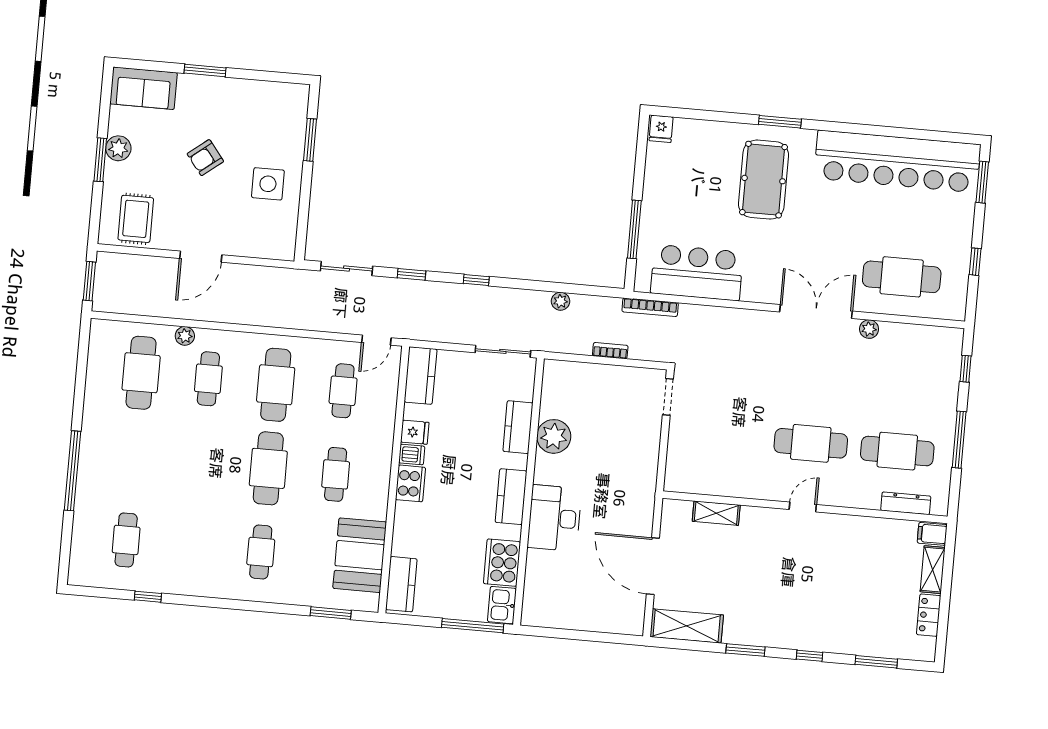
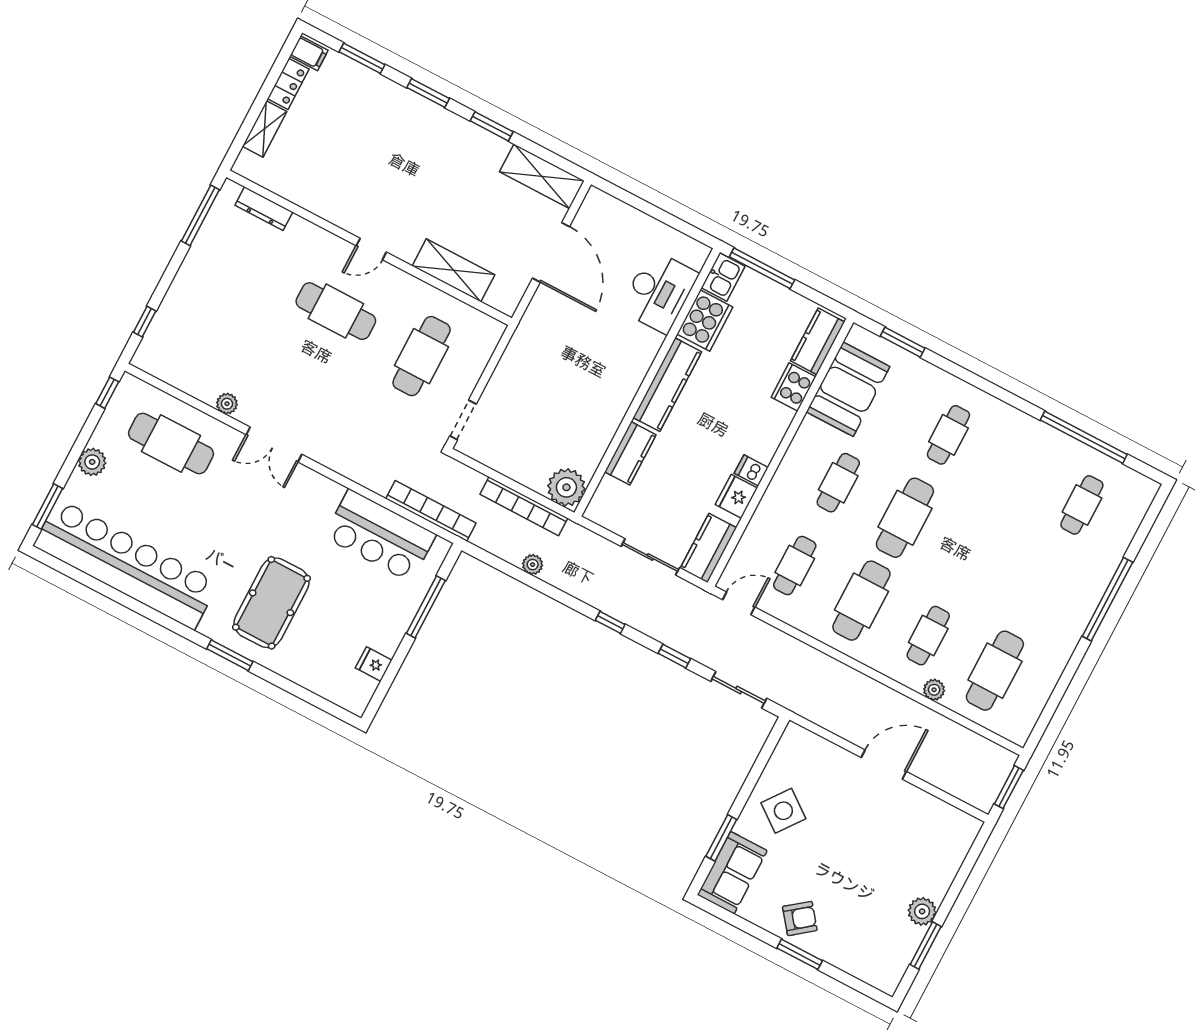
sofa: (144, 88) -> (732, 873), moved, turned 90
fridge: (661, 129) -> (374, 664), moved, turned -90
armchair: (205, 158) -> (800, 918), moved
window: (100, 160) -> (926, 946), moved
side table: (268, 184) -> (783, 811), turned 37
rug: (136, 219) -> (934, 831), removed
plant: (961, 234) -> (92, 462), added
window: (975, 262) -> (107, 393), moved
bookcase: (650, 307) -> (431, 511), width x1.48, depth x1.31
double door: (816, 312) -> (274, 444), width x0.73
sliding door: (503, 351) -> (650, 557), moved
bookcase: (610, 351) -> (524, 506), width x2.31, depth x1.31
fridge: (415, 432) -> (736, 496), width x1.38
plant: (554, 436) -> (566, 487), moved
window: (959, 440) -> (200, 215), moved
cafe table: (897, 451) -> (422, 356), moved, turned 90
cooker: (411, 483) -> (794, 387), moved
kitchen counter: (511, 497) -> (667, 385), width x1.50
shelving: (716, 513) -> (453, 270), width x1.50, depth x1.33
desk: (554, 518) -> (659, 292), moved
filing cabinet: (932, 534) -> (309, 53), moved
window: (148, 597) -> (1084, 437), width x3.17
window: (810, 656) -> (428, 93), width x1.50

